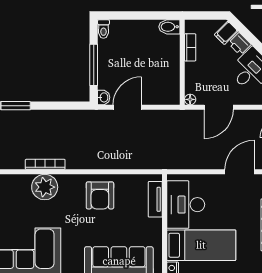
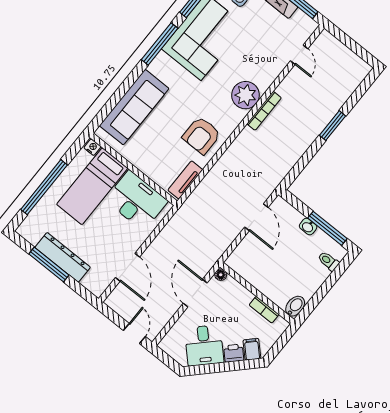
toilet: (103, 29) -> (328, 261), moved
window: (94, 65) -> (327, 228), moved
washbasin: (104, 97) -> (308, 227), moved
armchair: (100, 195) -> (201, 135), turned -90
tv unit: (155, 199) -> (185, 180), moved, turned -90

